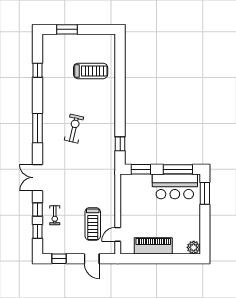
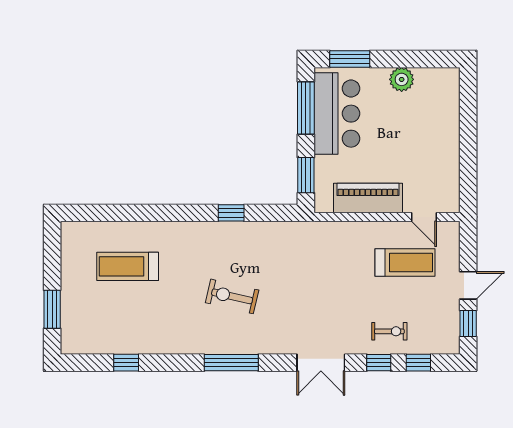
treadmill: (91, 71) -> (128, 266), turned -90
window: (120, 144) -> (231, 213), moved
piano: (153, 246) -> (368, 198), moved, turned 90
plant: (194, 247) -> (402, 79), moved
door: (92, 259) -> (468, 285), moved

